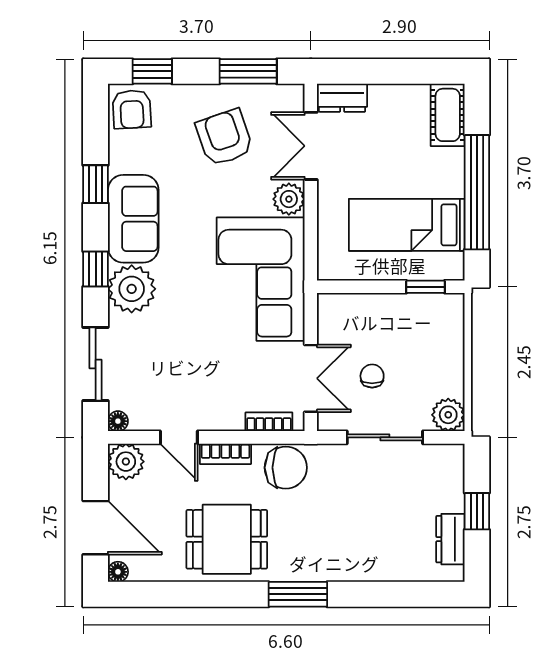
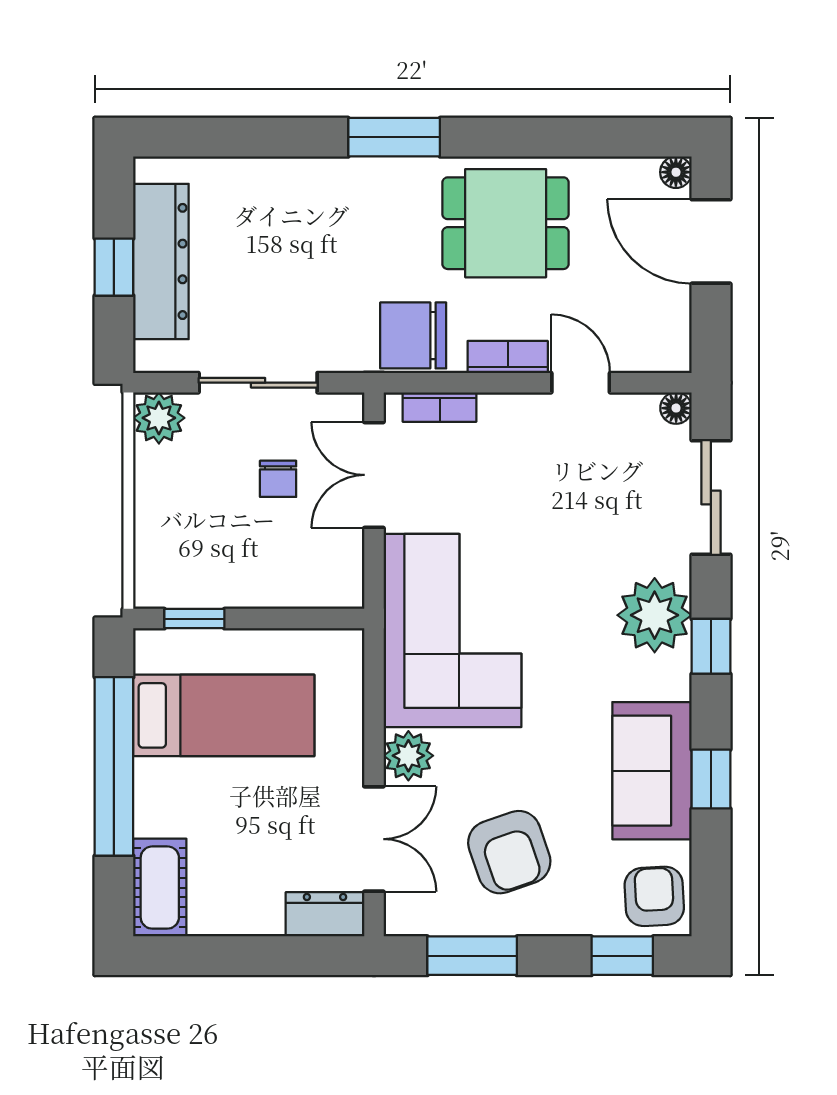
sofa: (133, 219) -> (652, 771), moved
plant: (126, 462) -> (664, 345), removed
dresser: (450, 539) -> (161, 261), width x1.96, depth x1.24

